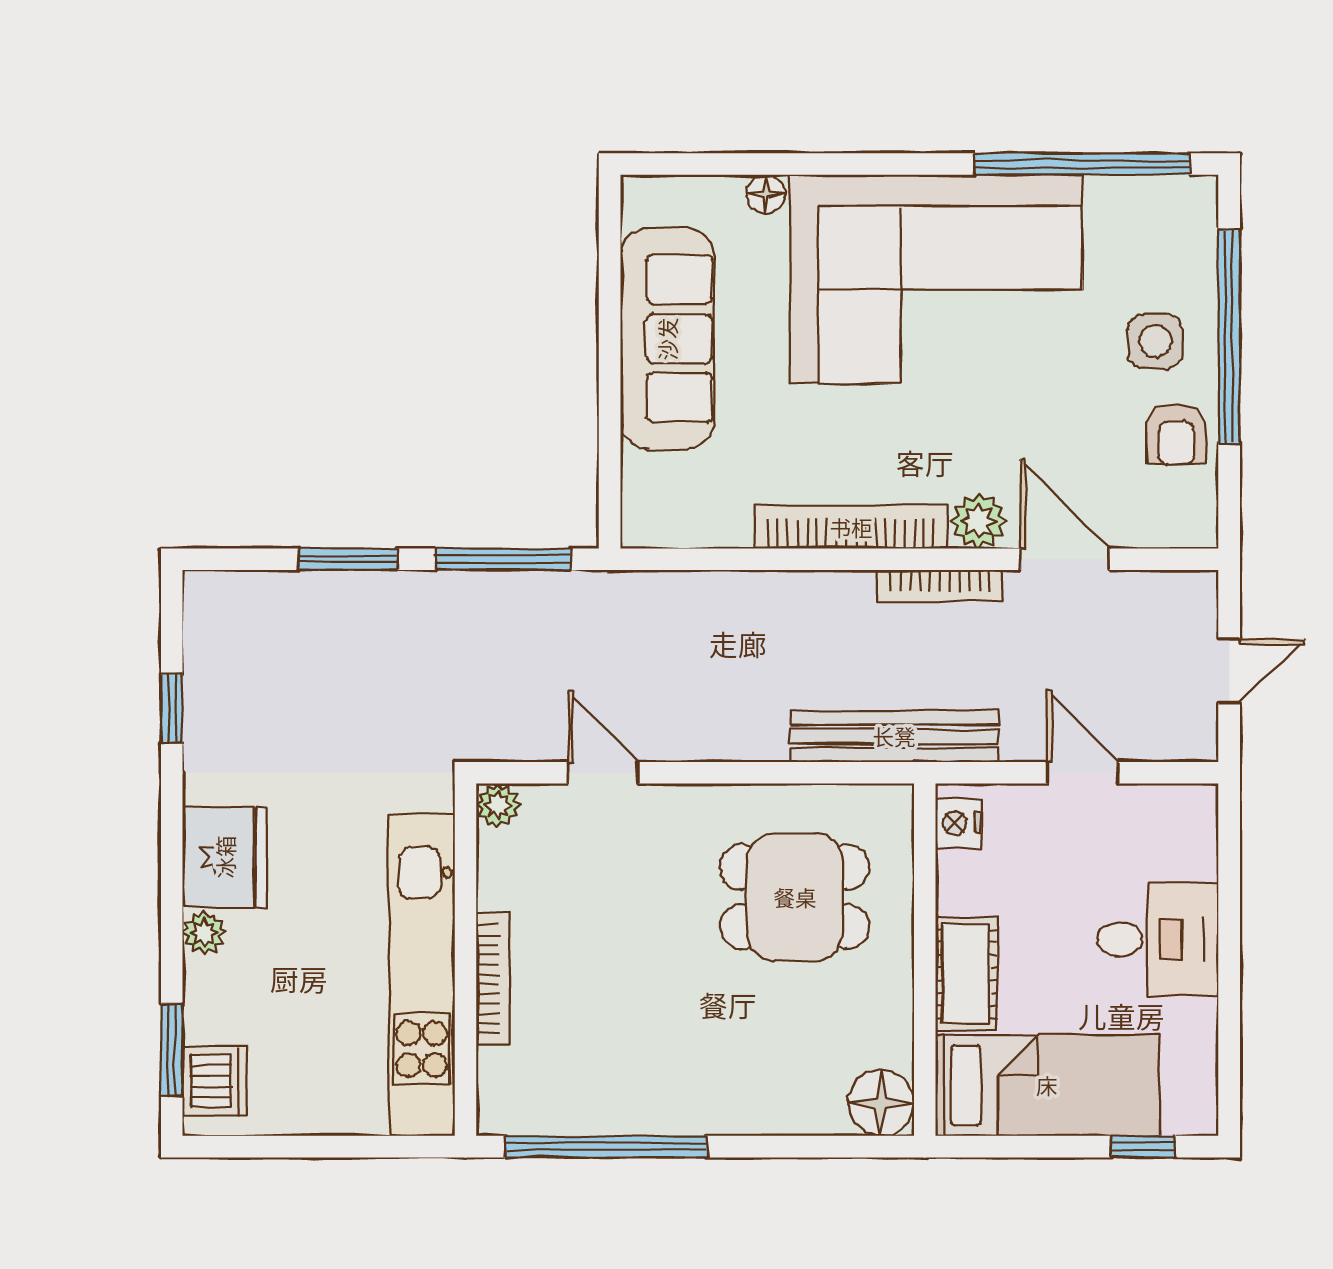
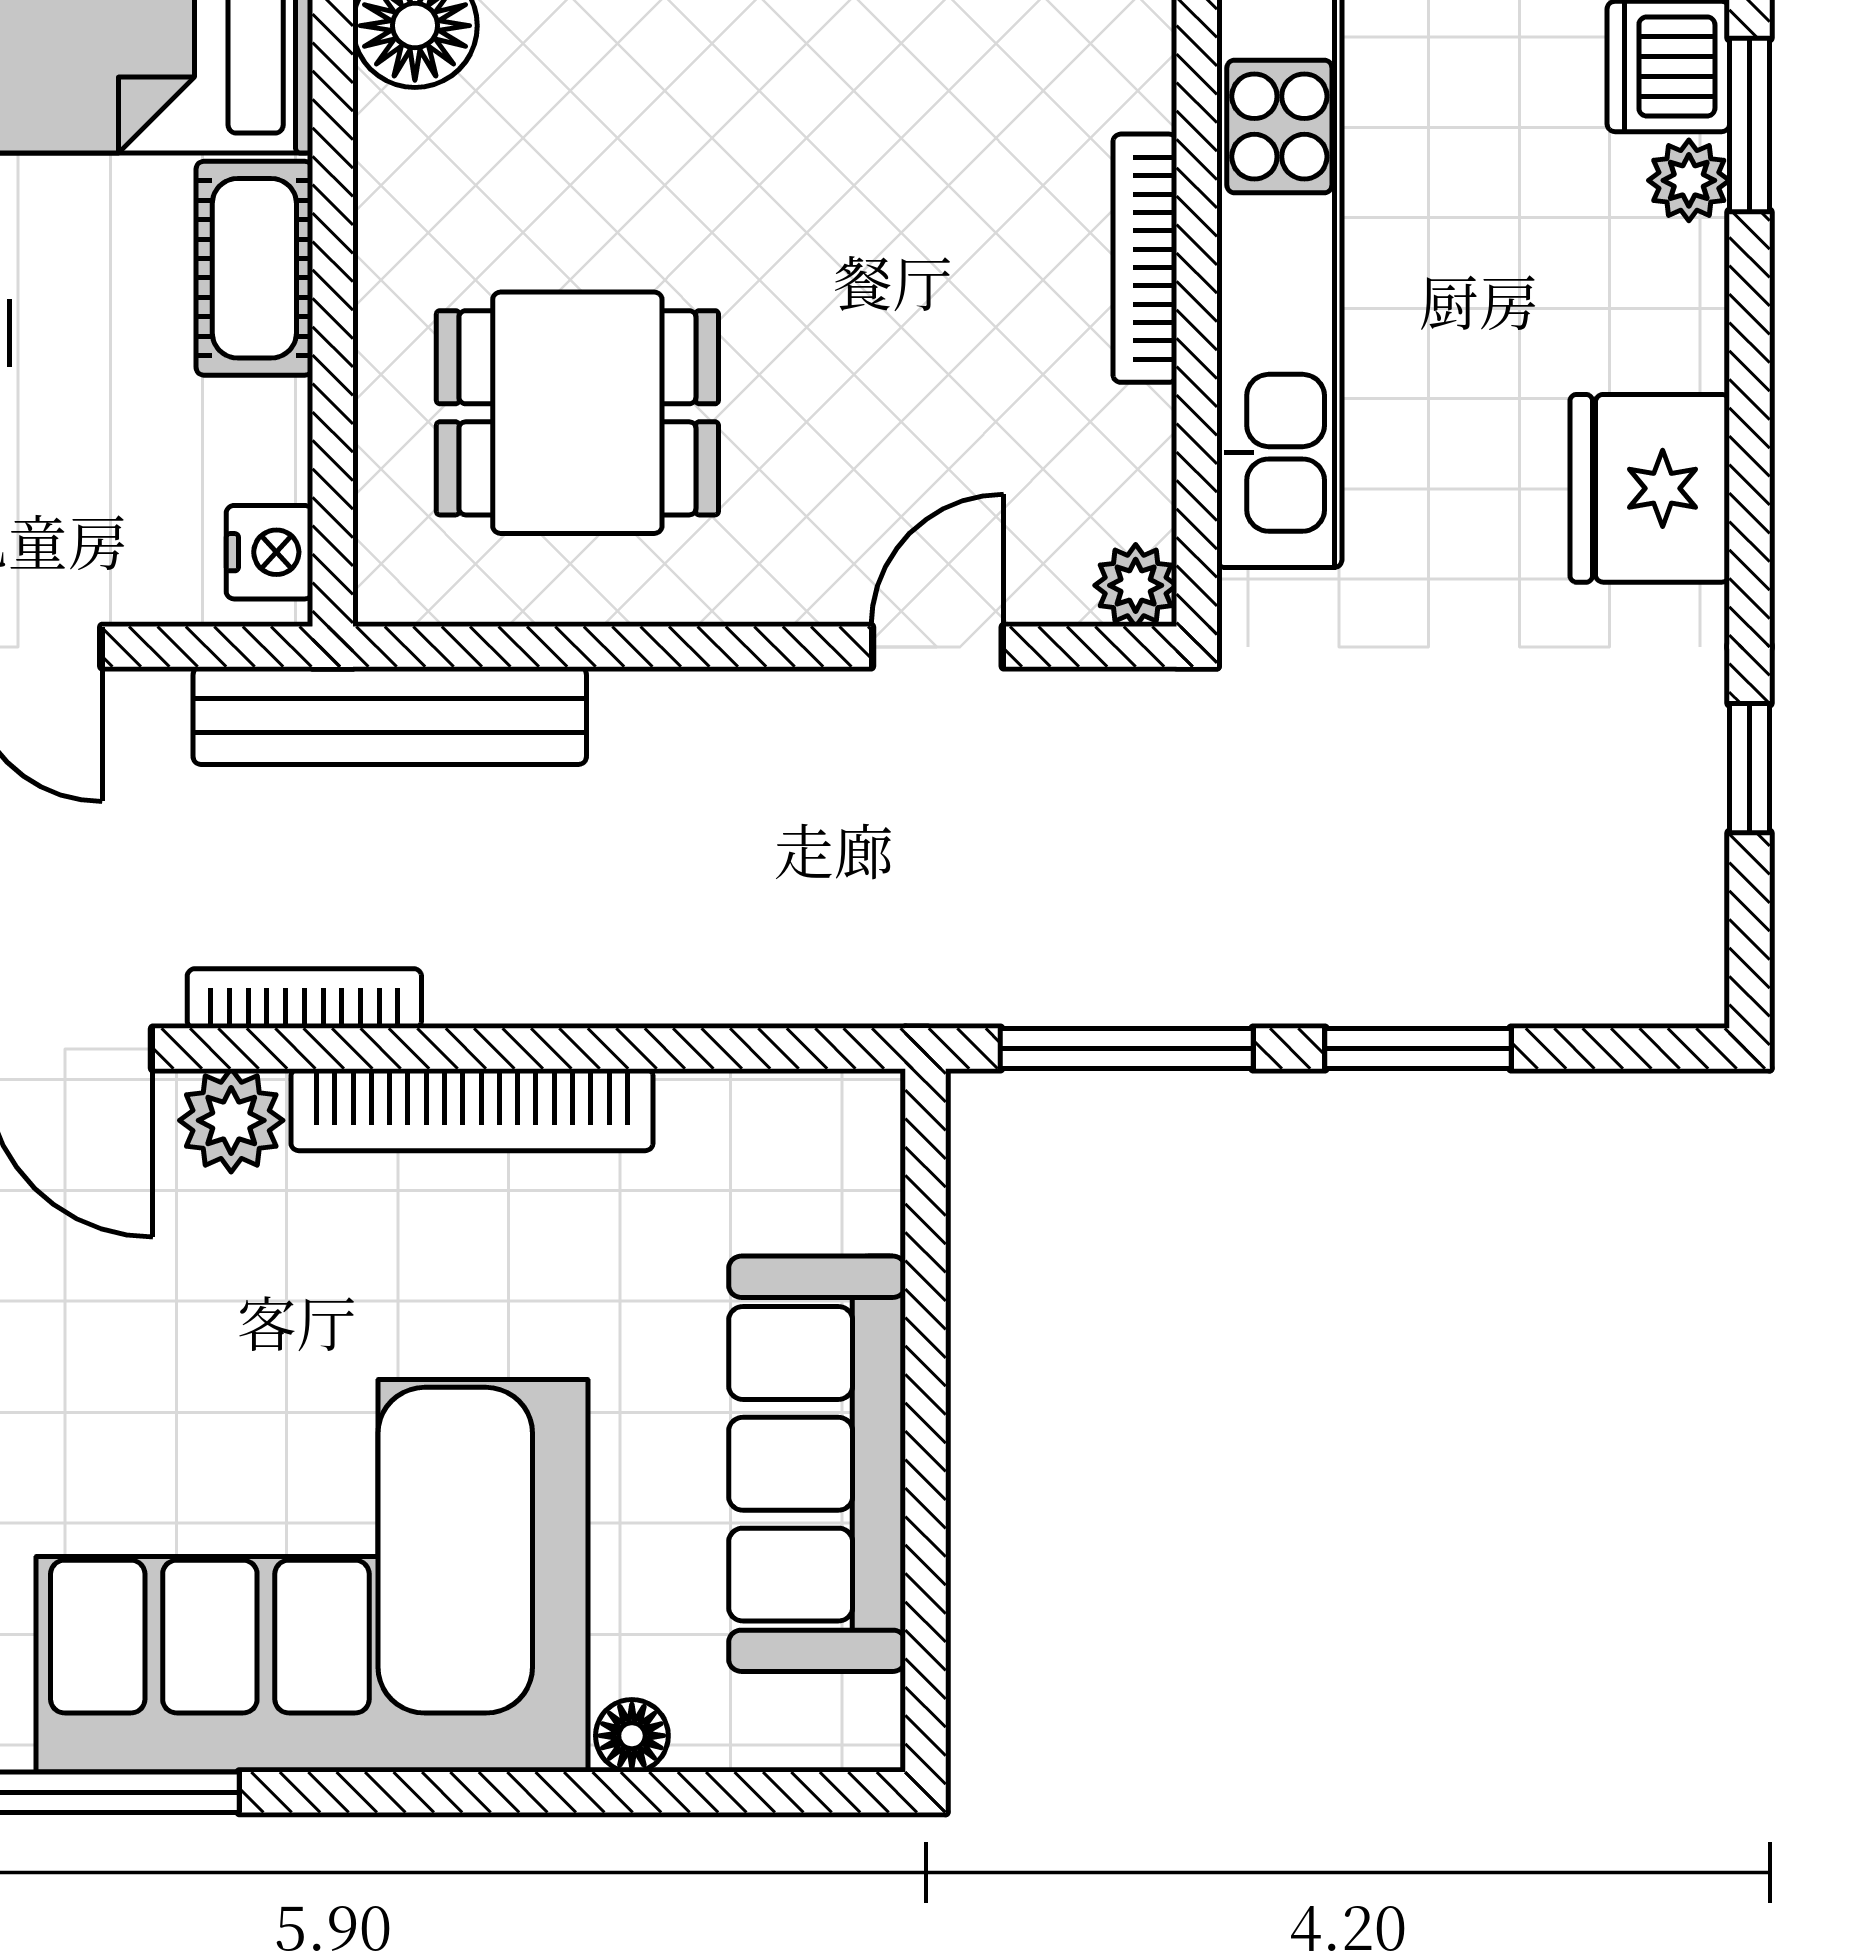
door: (603, 773) -> (937, 647), swing flipped
plant: (204, 933) -> (1689, 180), moved

